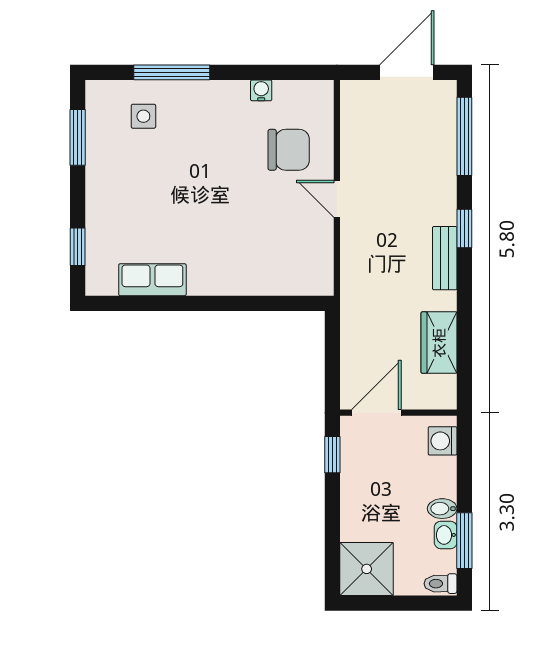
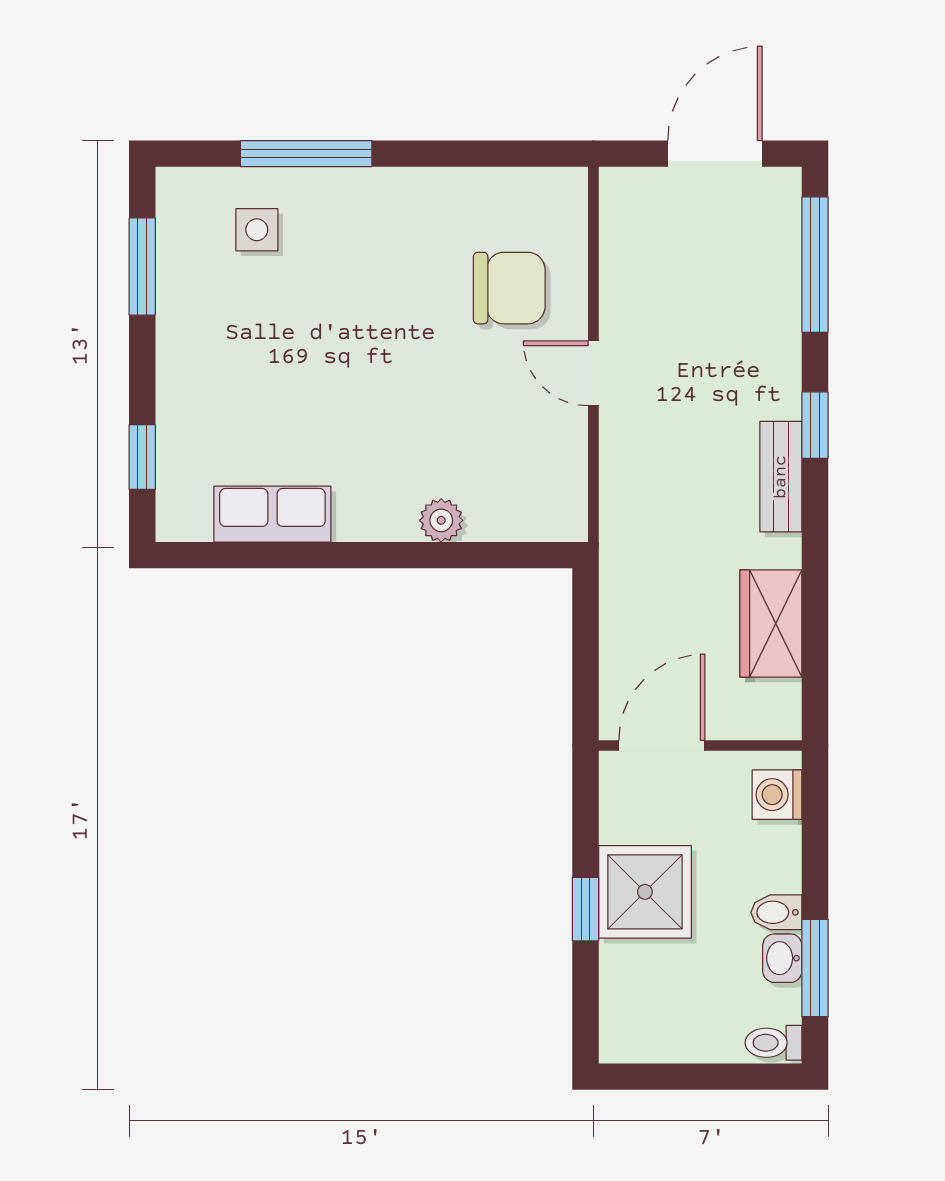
water cooler: (261, 90) -> (462, 185), removed
plant: (249, 283) -> (441, 520), added
window: (332, 455) -> (586, 909), moved
shower: (367, 569) -> (645, 892), moved

